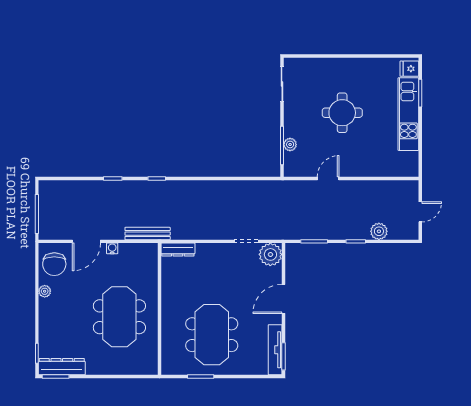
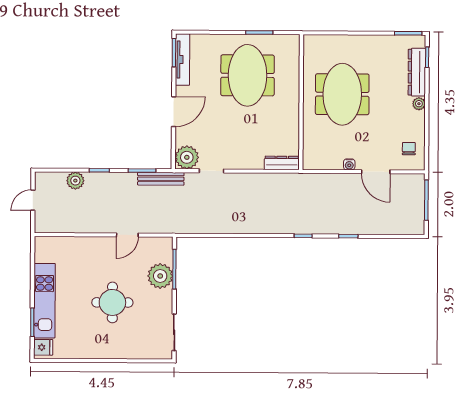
plant: (290, 144) -> (160, 276), width x1.88, depth x1.88
bench: (148, 234) -> (161, 179), moved
door: (86, 241) -> (376, 172), swing flipped
chair: (54, 264) -> (409, 149), width x0.54, depth x0.54
plant: (45, 291) -> (419, 104), moved
dresser: (62, 367) -> (417, 72), moved, turned 90

